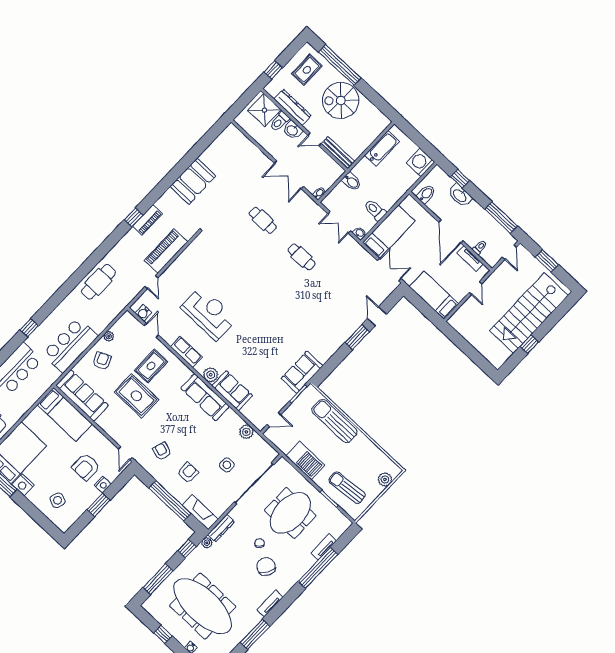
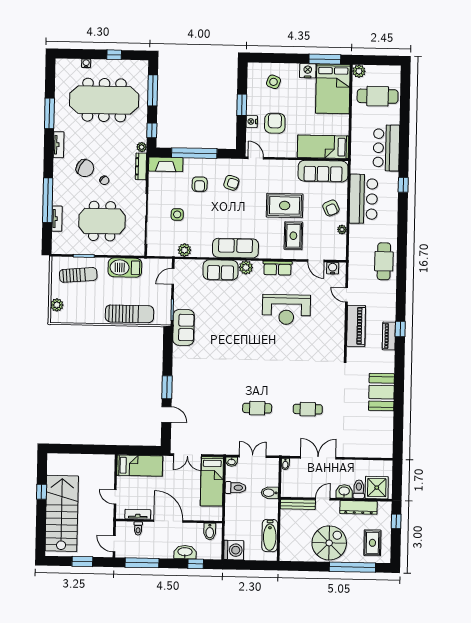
meeting table: (290, 513) -> (102, 221), turned 90

